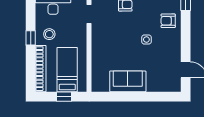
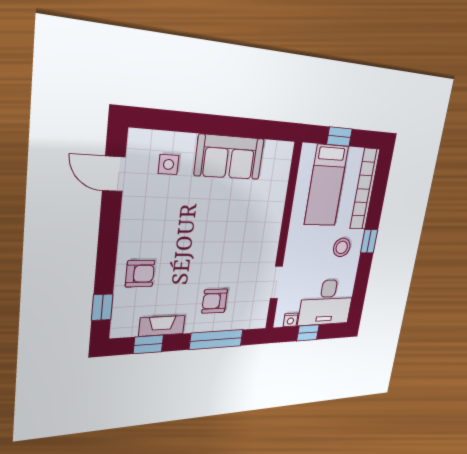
side table: (146, 40) -> (169, 164), moved

